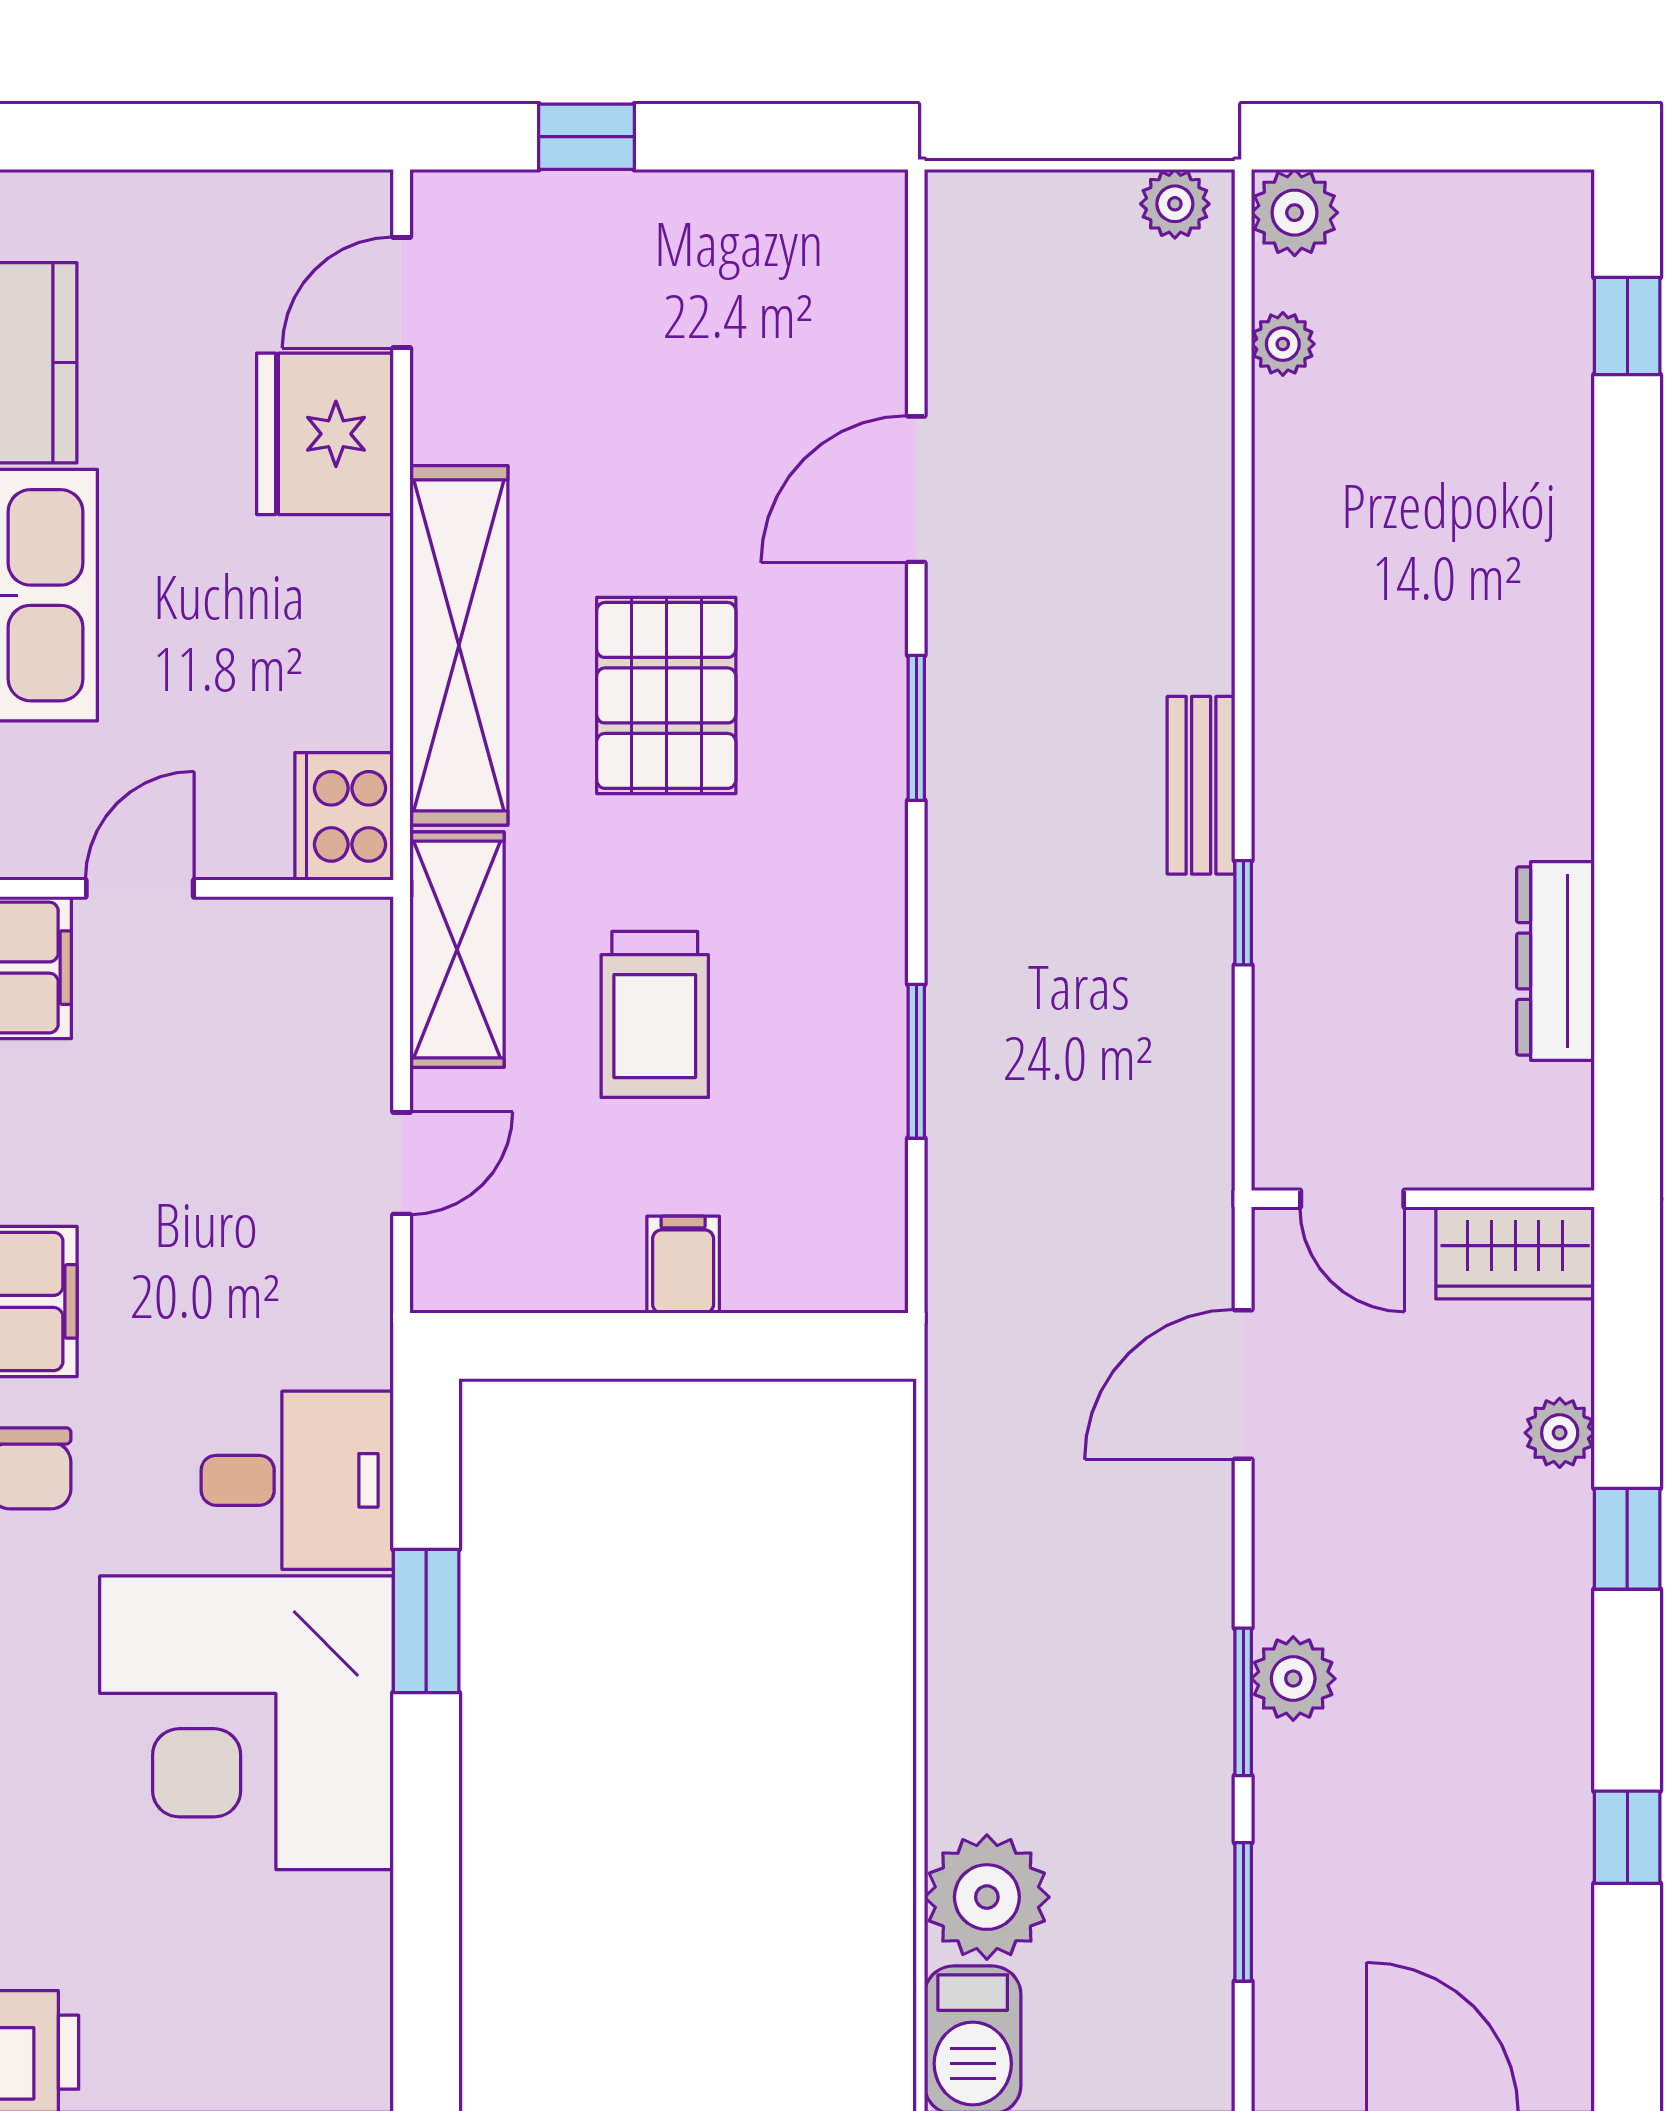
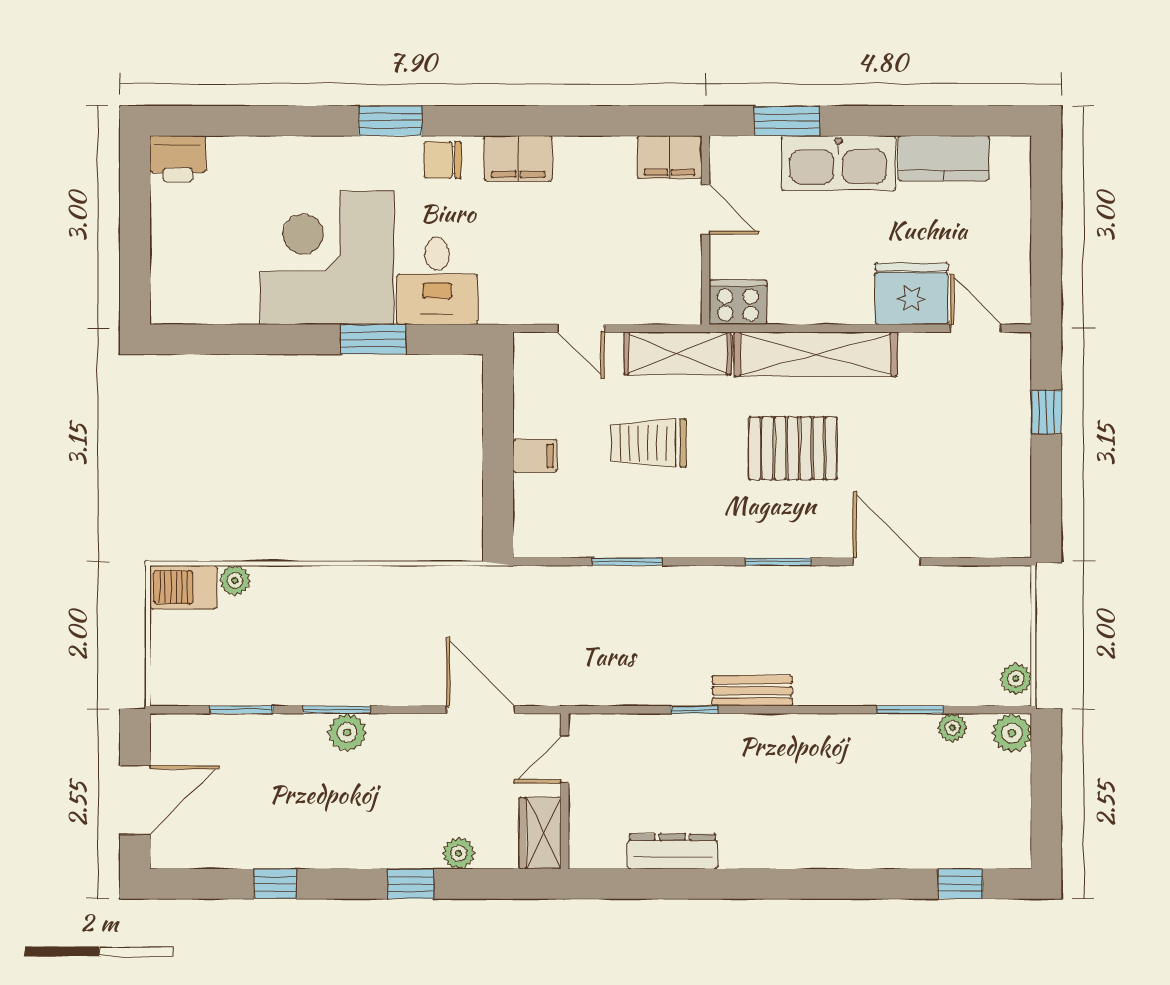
window: (1243, 437) -> (910, 710), added
plant: (987, 1897) -> (235, 580), width x0.53, depth x0.53

